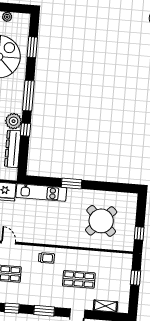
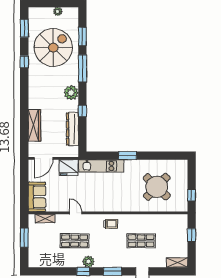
window: (28, 96) -> (82, 68), moved
plant: (14, 121) -> (71, 93), moved
plant: (18, 298) -> (88, 262), added
shelving: (105, 306) -> (177, 263), moved

